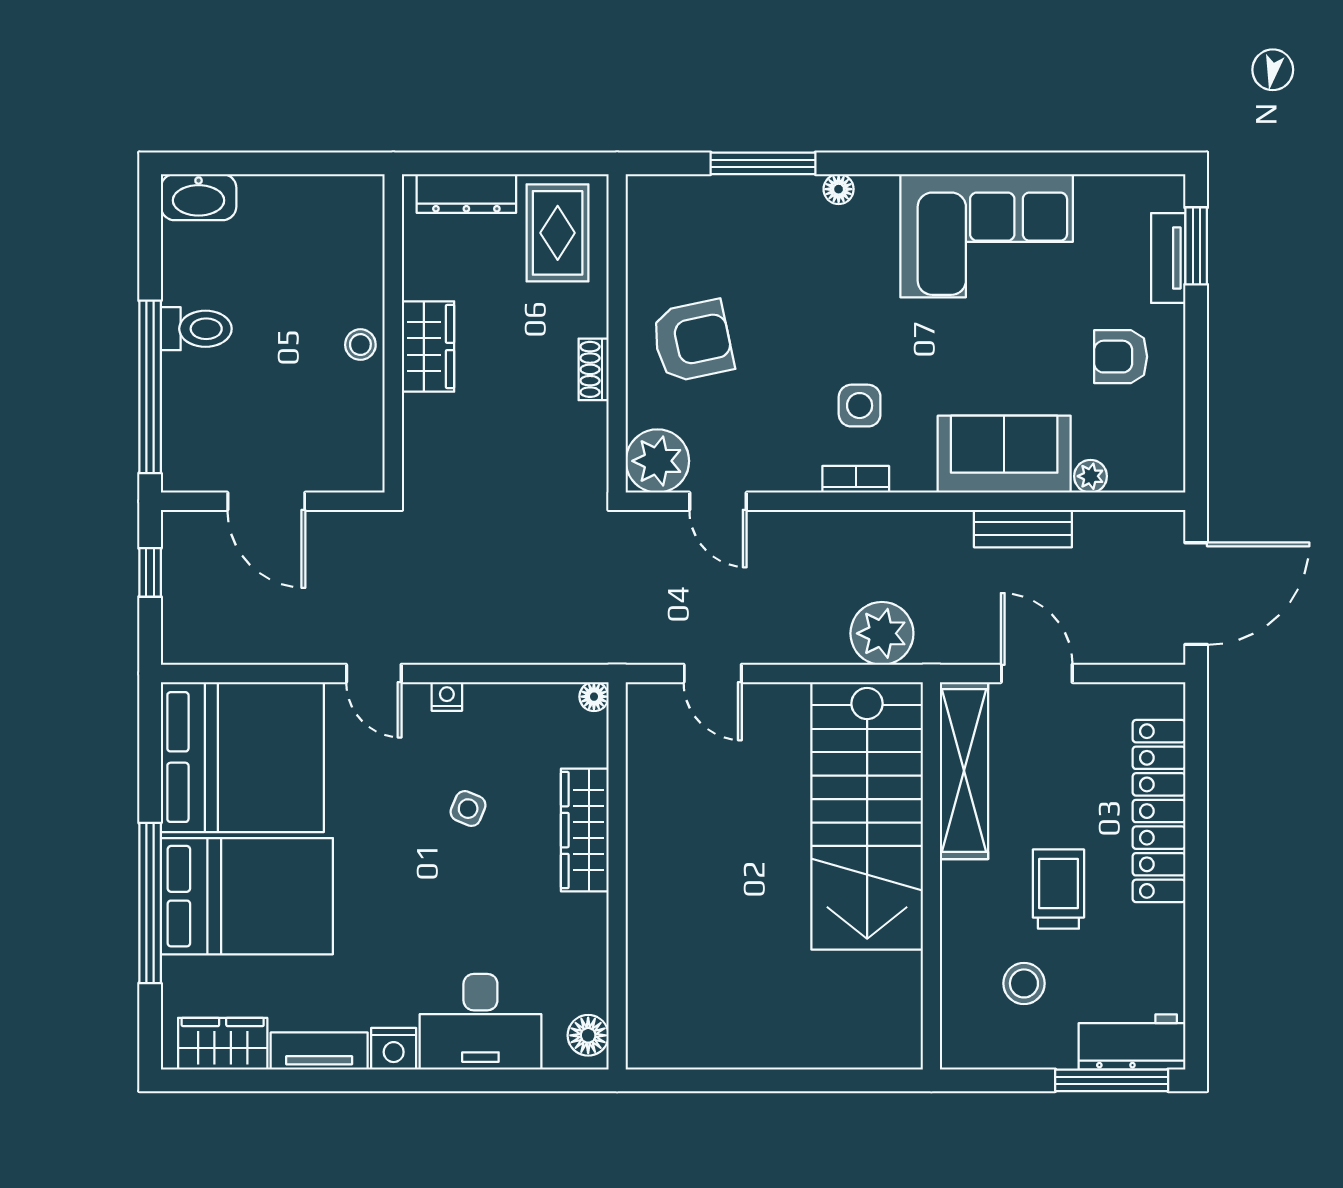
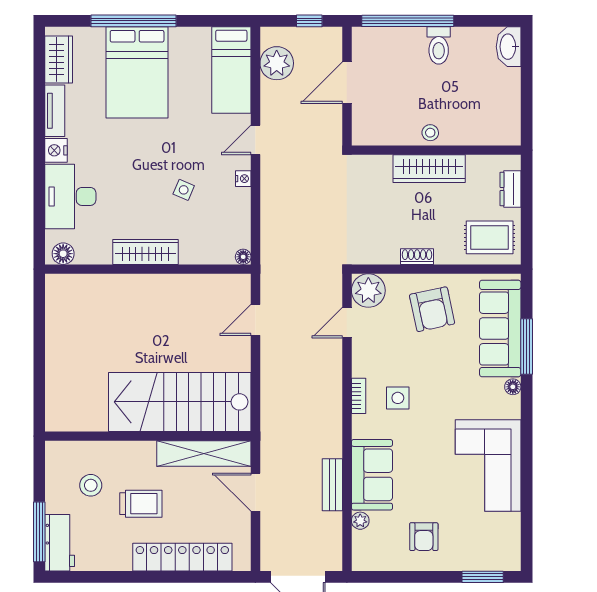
dresser: (466, 194) -> (510, 189), width x0.70
sofa: (729, 213) -> (500, 329), added
tv unit: (1168, 258) -> (476, 562), removed
wardrobe: (428, 346) -> (429, 169), width x1.50
armchair: (1121, 357) -> (424, 537), turned 180
plant: (882, 633) -> (277, 63), moved
door: (1037, 673) -> (255, 492), swing flipped
bed: (242, 757) -> (231, 70), width x0.49
wardrobe: (585, 830) -> (145, 252), moved

